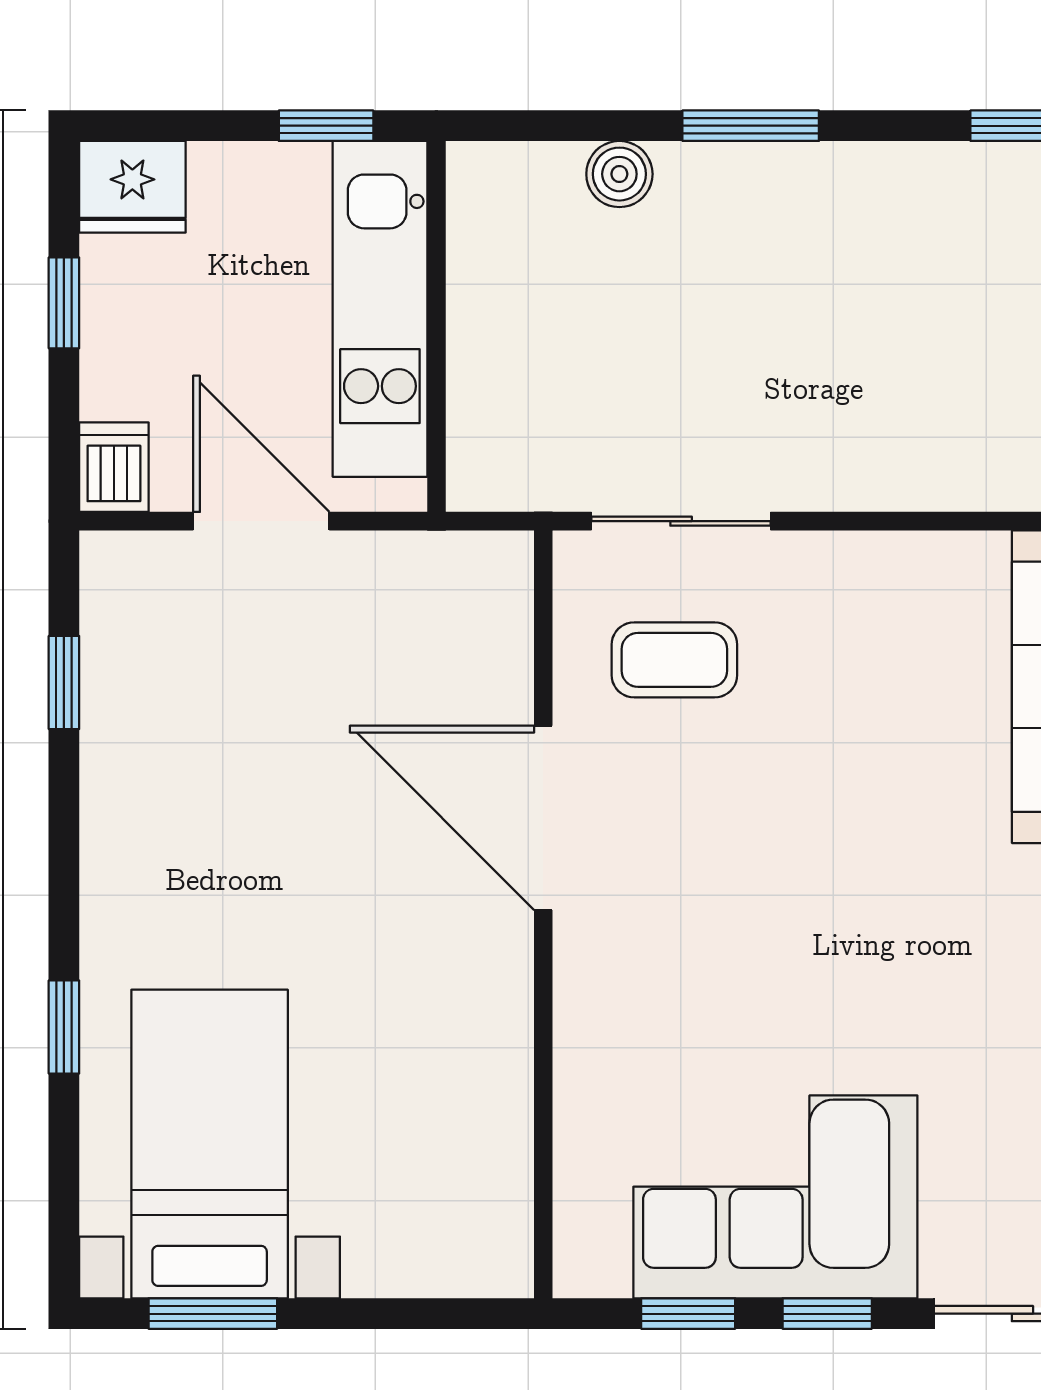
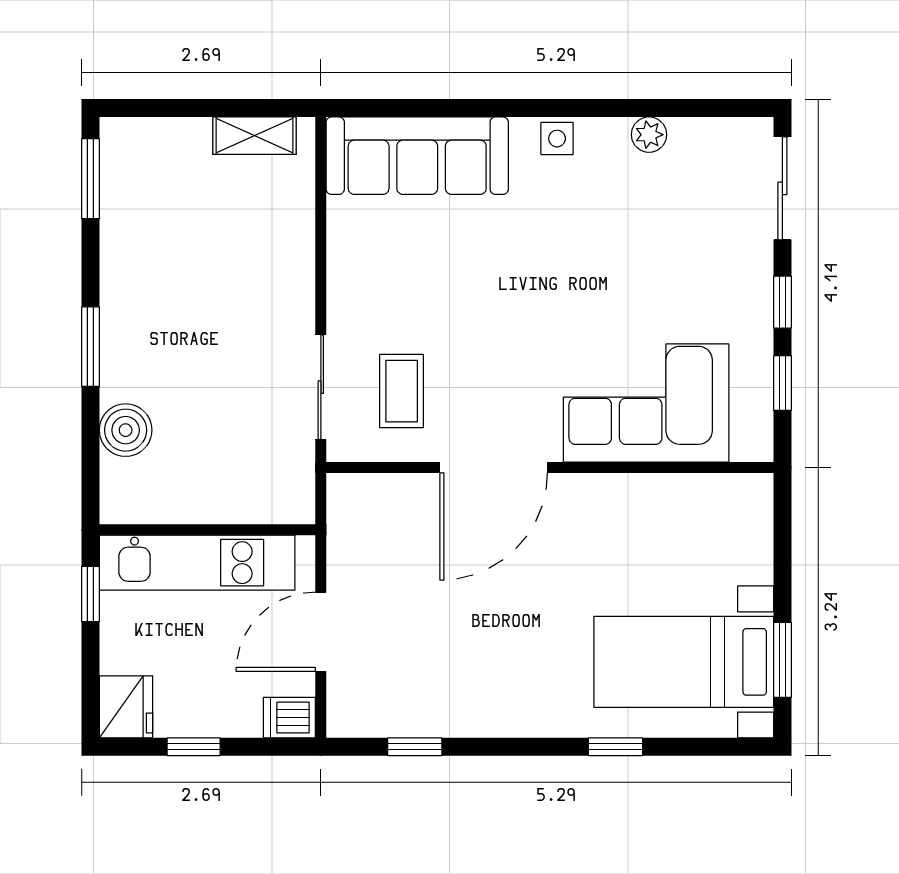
boiler: (619, 174) -> (126, 430), width x1.36, depth x1.36
corner sofa: (775, 1197) -> (646, 403), moved, turned 90

